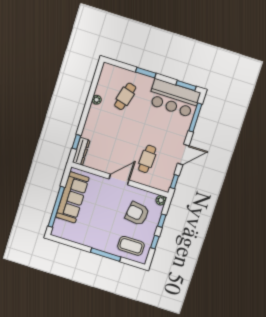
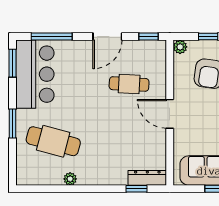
cafe table: (125, 96) -> (53, 141), width x1.37, depth x1.35
door: (183, 155) -> (107, 37), swing flipped

